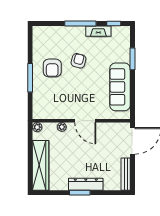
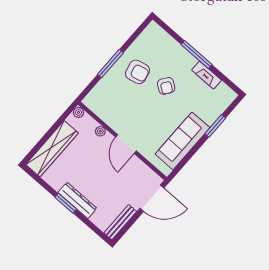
window: (114, 23) -> (226, 80), removed
armchair: (78, 61) -> (166, 86), turned 110
armchair: (52, 68) -> (137, 72), turned -103

